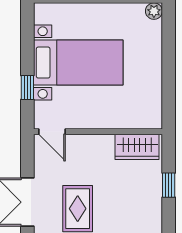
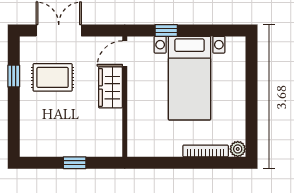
bookcase: (156, 45) -> (206, 151), added
wardrobe: (137, 147) -> (110, 87), moved

